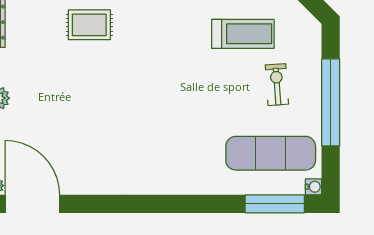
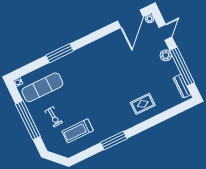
door: (32, 204) -> (130, 19), hinge flipped
window: (275, 204) -> (60, 53), moved

